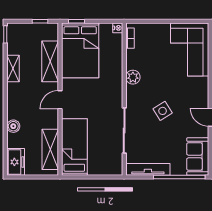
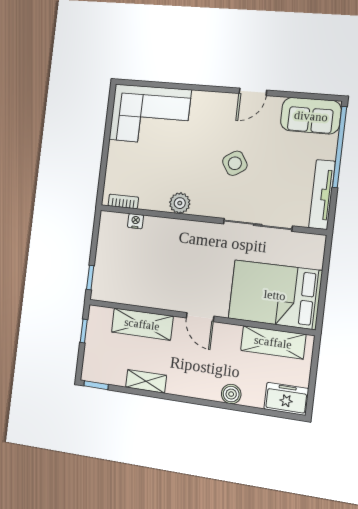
nightstand: (118, 28) -> (136, 221), moved
bed: (80, 50) -> (132, 277), removed
bed: (74, 147) -> (275, 295), width x1.50

